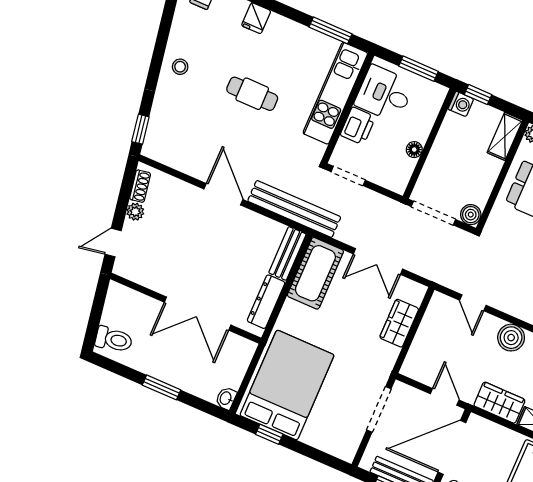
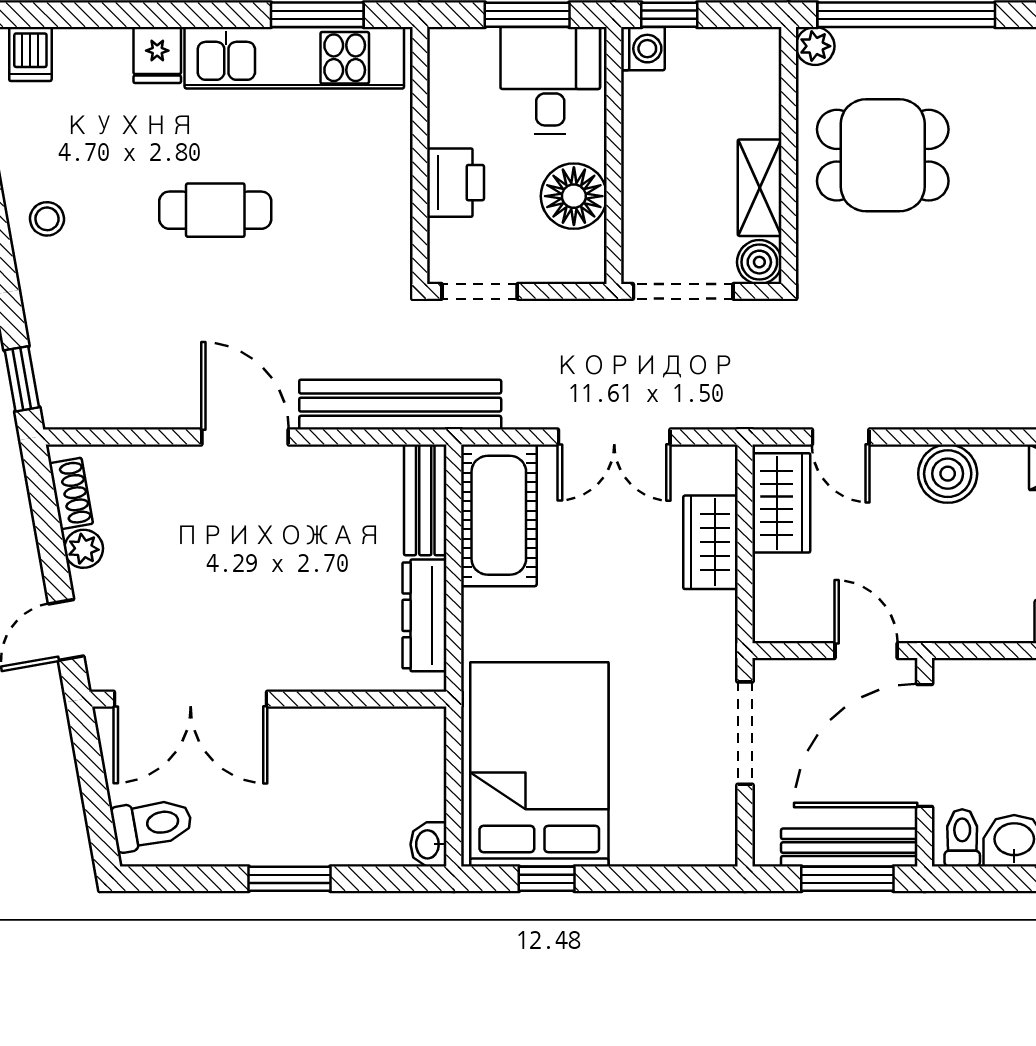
kitchen unit: (335, 93) -> (294, 58), moved, turned -90
desk: (384, 94) -> (550, 80), moved, turned 90
shelving: (505, 136) -> (760, 188), moved
floor lamp: (414, 150) -> (574, 196), width x1.89, depth x1.89
double door: (198, 314) -> (191, 699), moved
wardrobe: (499, 403) -> (781, 503), moved, turned 90

